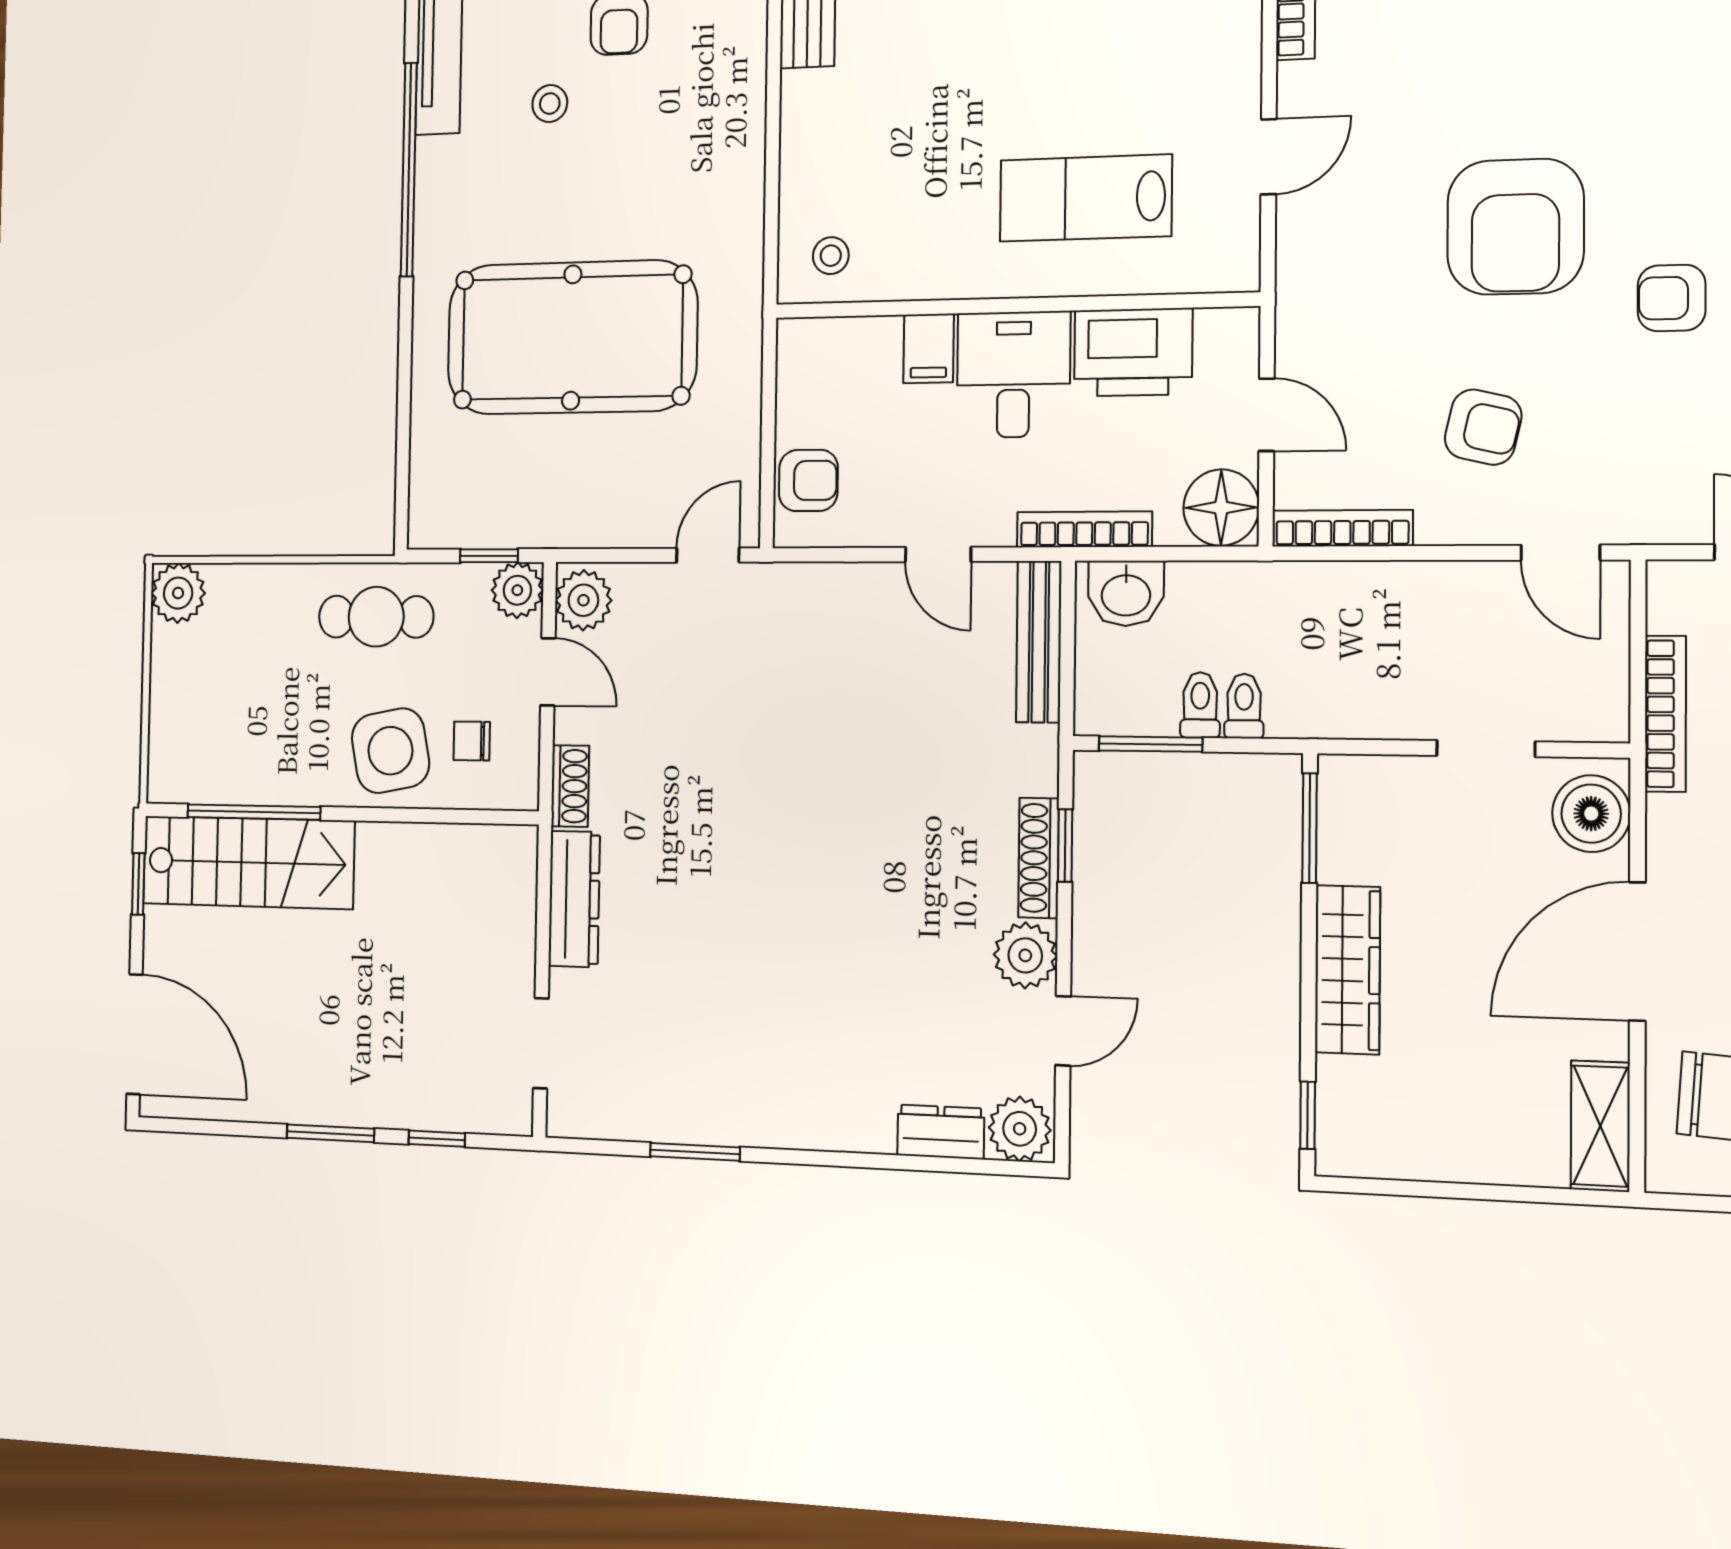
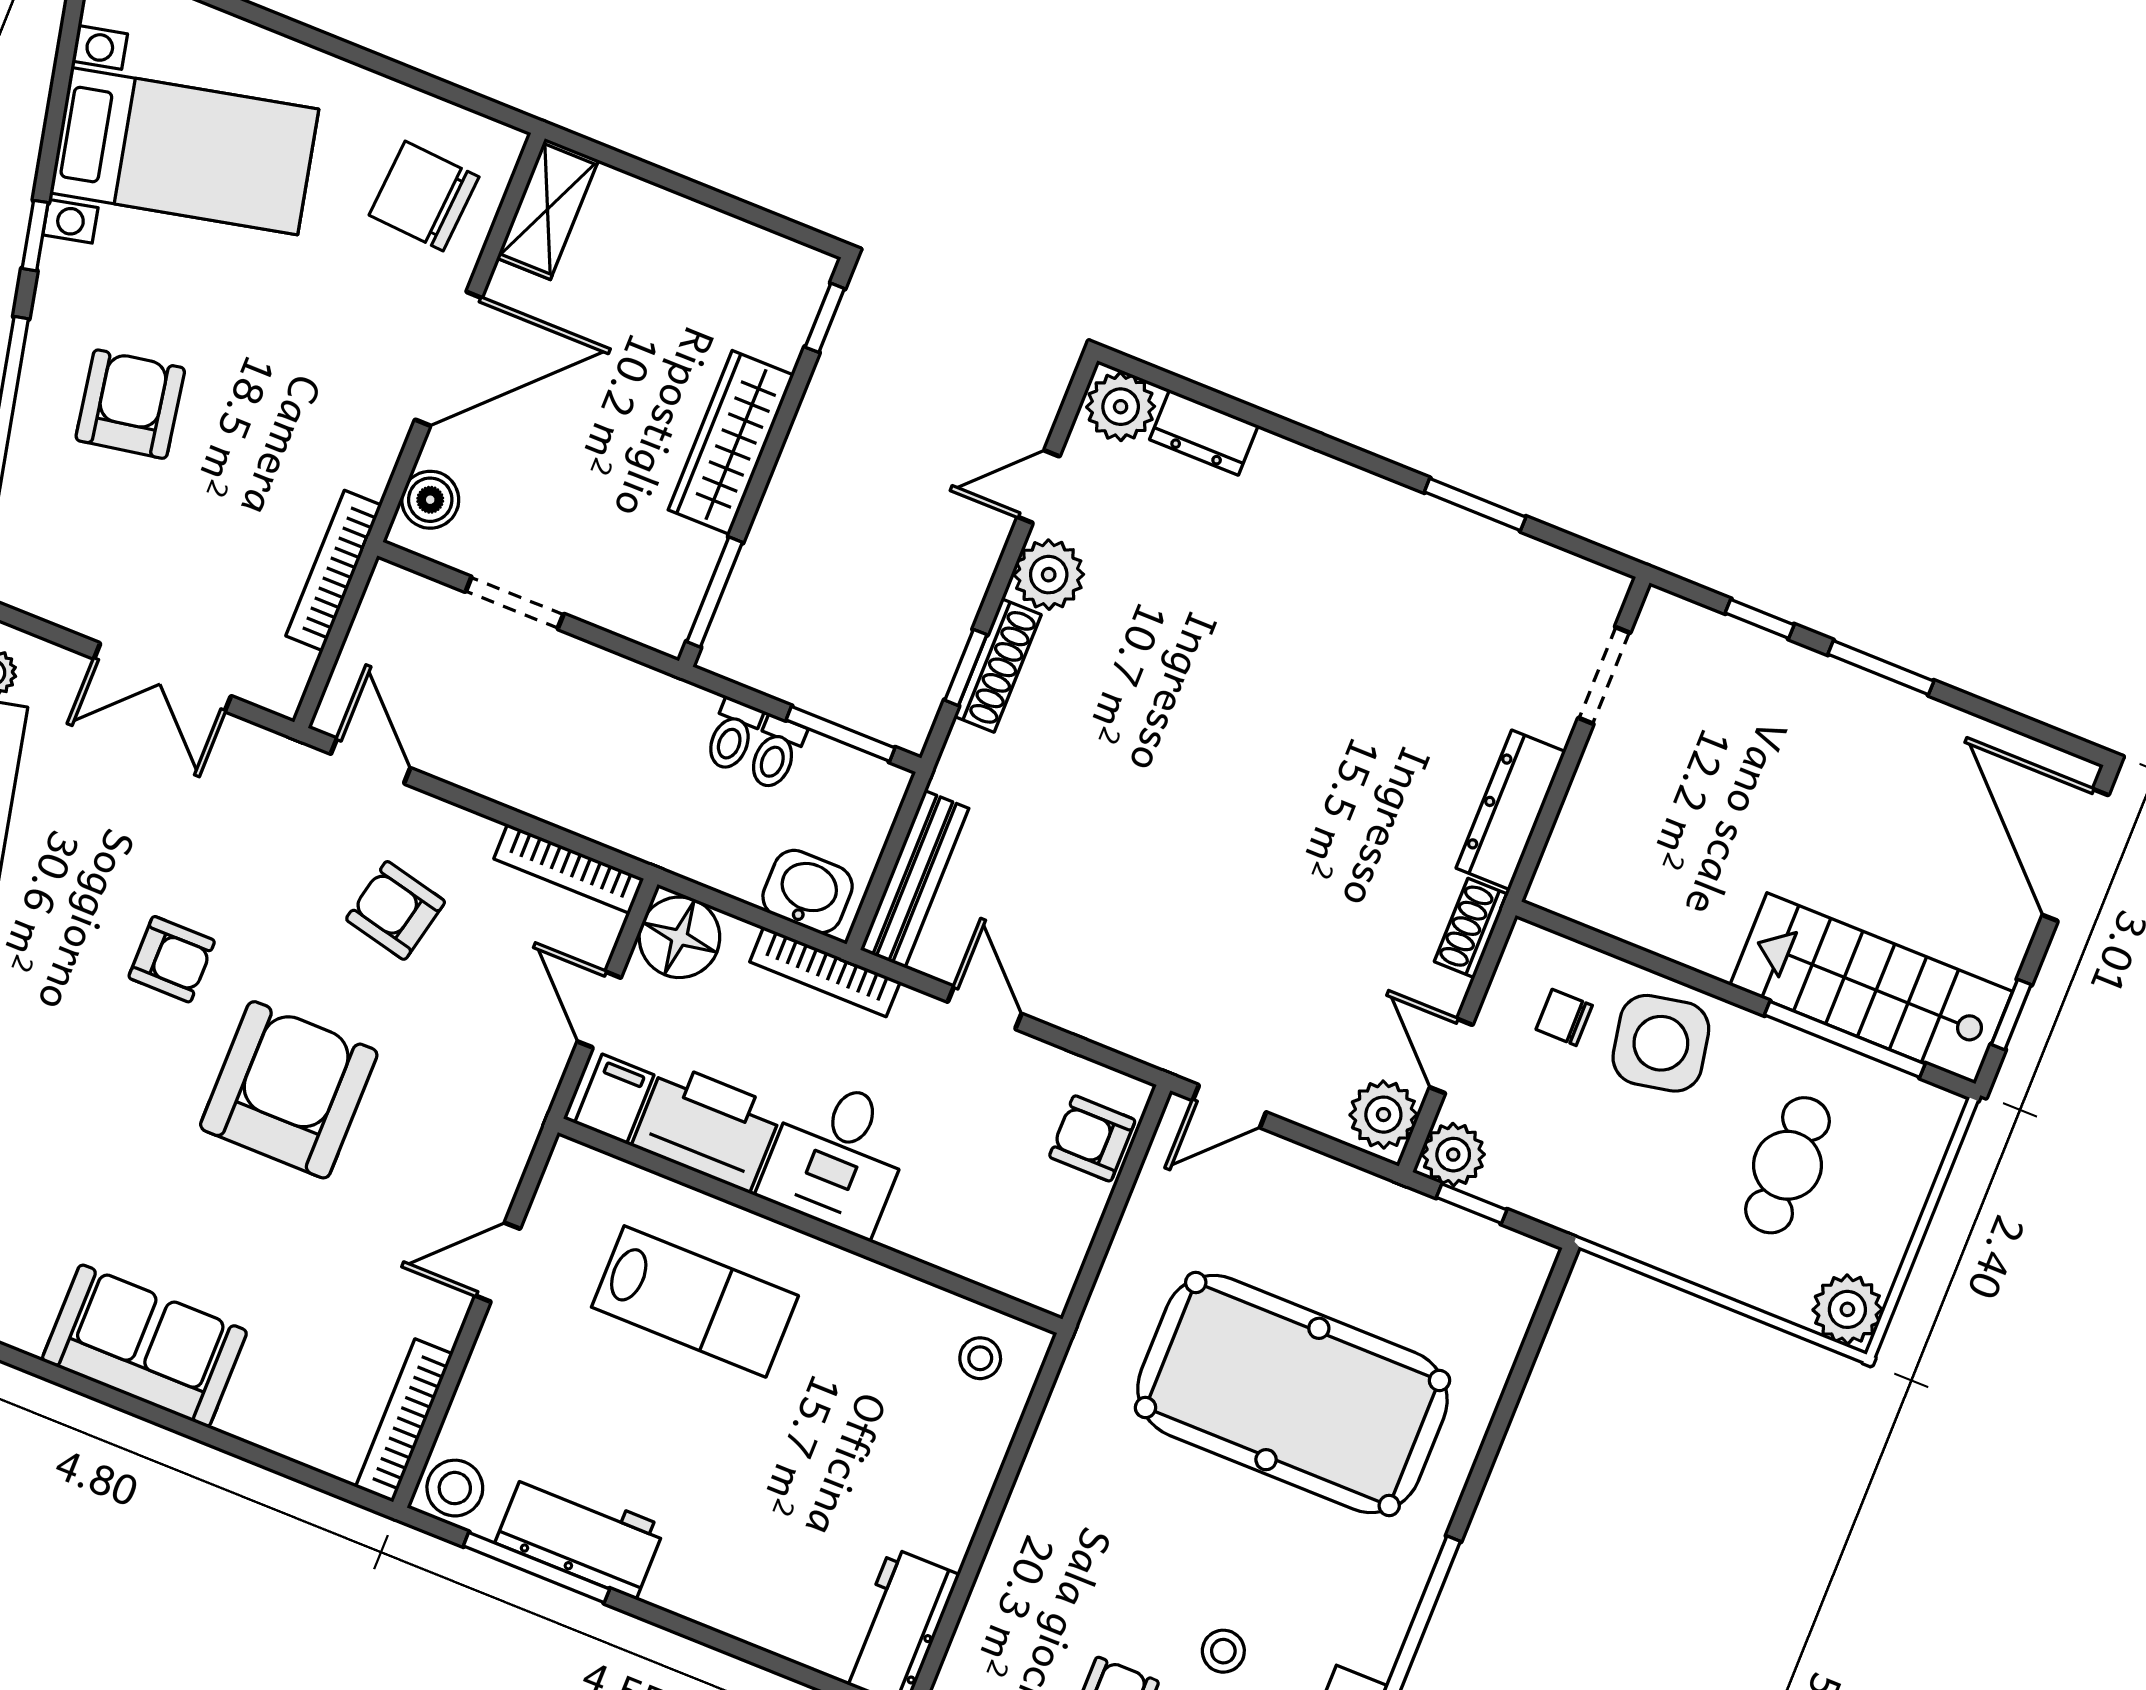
filing cabinet: (929, 348) -> (614, 1099), moved
cafe table: (376, 617) -> (1788, 1165), moved, turned 90
chair: (472, 741) -> (1564, 1017), turned 180
boiler: (1591, 814) -> (430, 500), width x0.73, depth x0.73

